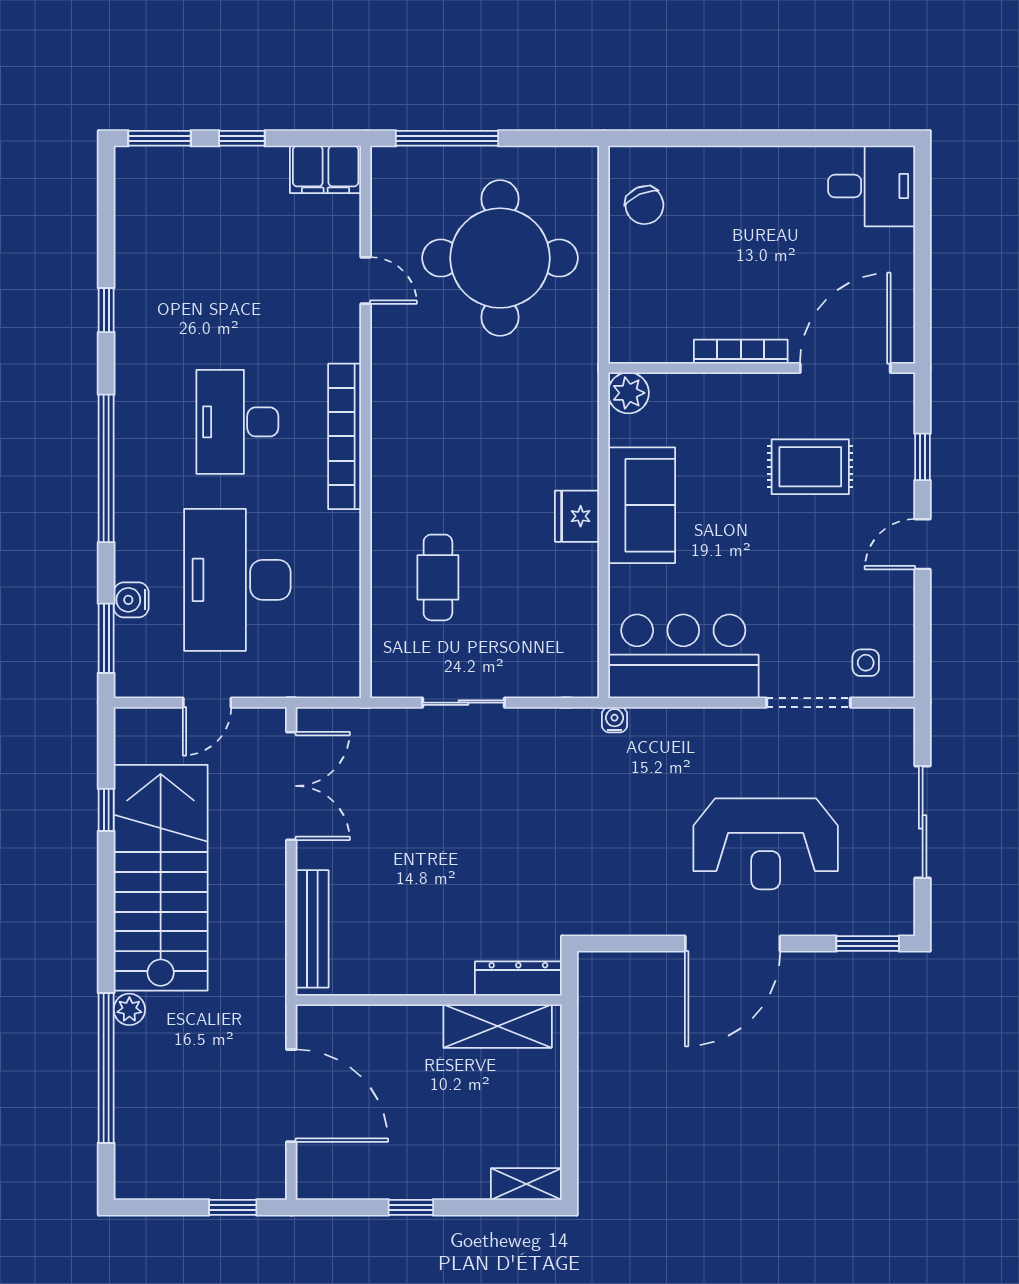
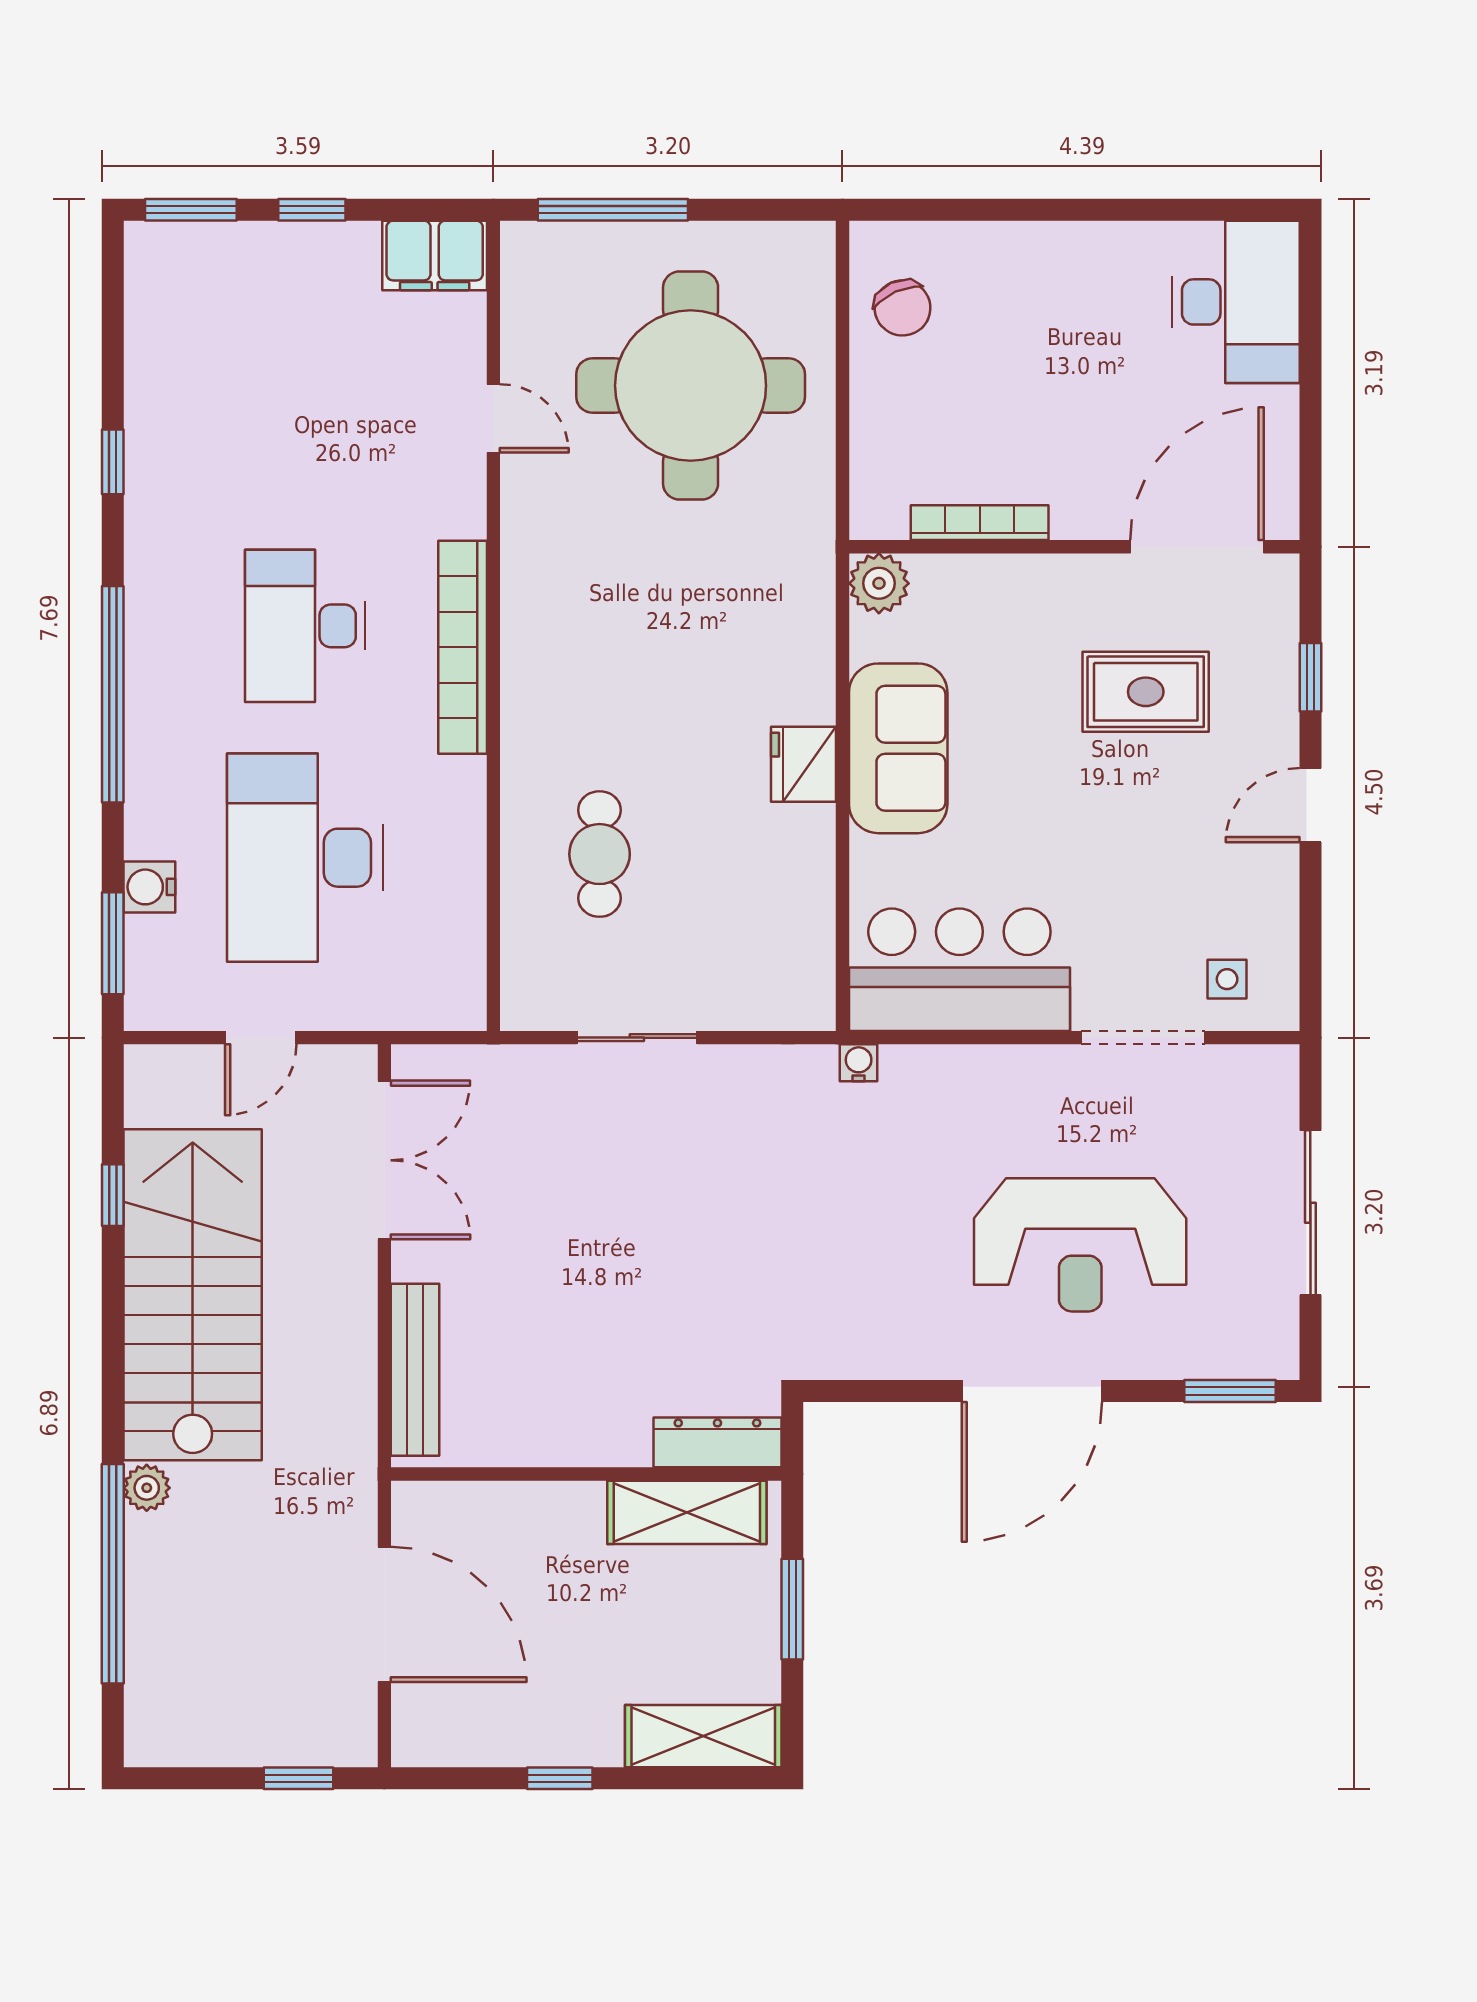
desk: (872, 186) -> (1236, 302), width x1.37
bookcase: (741, 352) -> (980, 523), moved
window: (569, 1092) -> (792, 1609), added
shelving: (526, 1184) -> (703, 1736), width x1.50, depth x1.33

